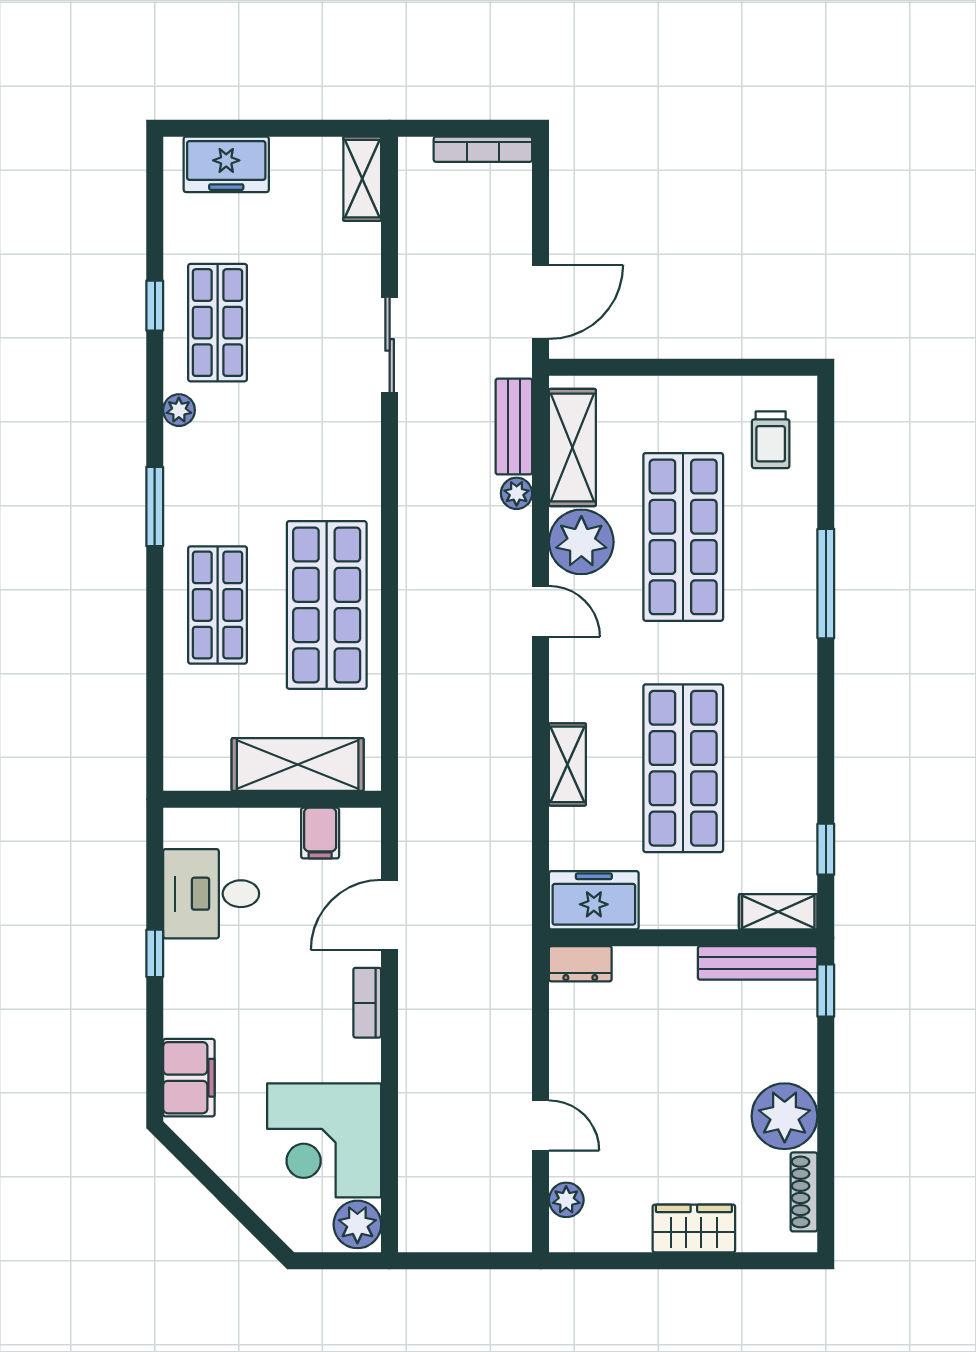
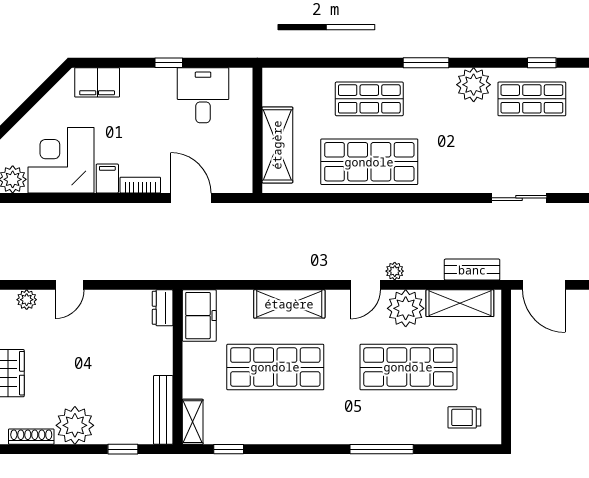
plant: (179, 410) -> (474, 85), width x1.88, depth x1.88
plant: (517, 493) -> (395, 271), moved
shelving: (567, 764) -> (289, 304), width x1.50, depth x1.33
filing cabinet: (320, 833) -> (107, 179), moved, turned 90
window: (826, 991) -> (123, 449), moved

